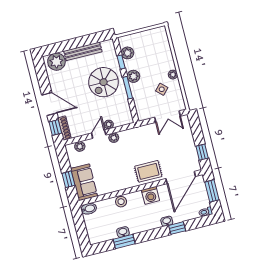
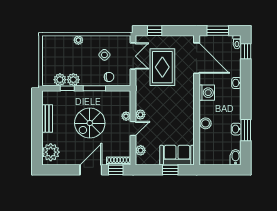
bench: (83, 51) -> (47, 118), width x0.73
plant: (173, 75) -> (78, 40), moved
plant: (133, 76) -> (73, 80), moved
spiral stairs: (104, 82) -> (90, 123), moved, turned 90
chair: (142, 99) -> (109, 77), added
door: (99, 134) -> (133, 128), swing flipped
window: (202, 152) -> (155, 31), moved
rug: (148, 171) -> (162, 67), moved, width x1.36, depth x1.43
bidet: (89, 209) -> (236, 157), moved
window: (177, 228) -> (246, 51), moved

